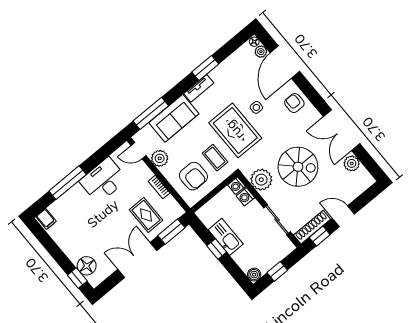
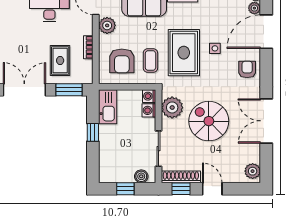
plant: (352, 163) -> (253, 171), moved
spiral stairs: (298, 167) -> (209, 121), turned 180
kitchen sink: (226, 237) -> (108, 107), moved
boiler: (254, 275) -> (141, 176), moved

